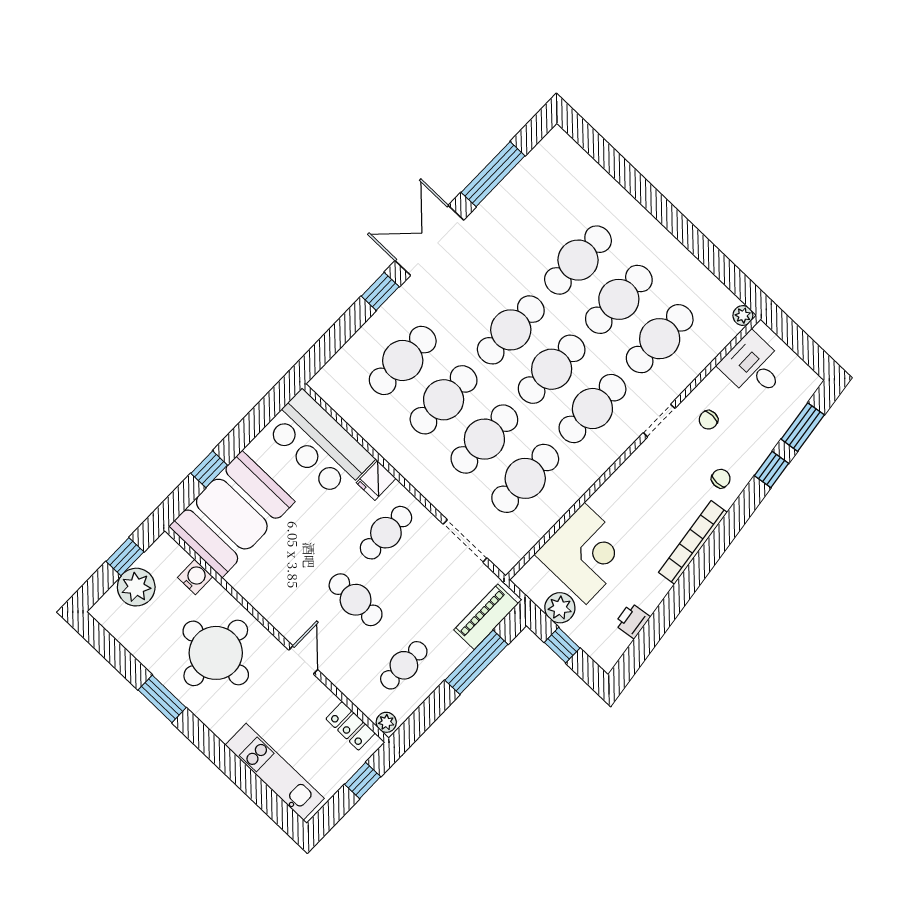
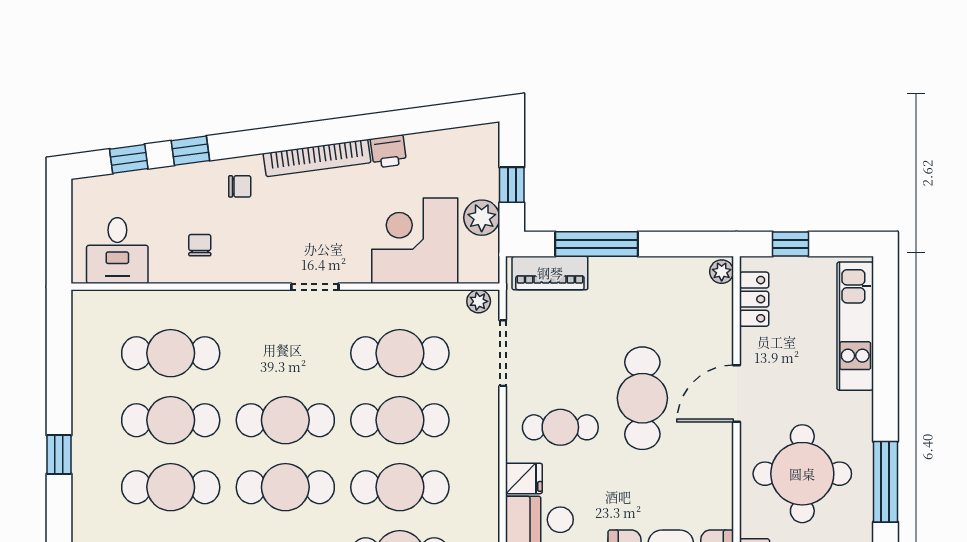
window: (663, 211) -> (59, 454), added
plant: (743, 316) -> (479, 301), moved
cafe table: (592, 409) -> (285, 353), removed
chair: (708, 420) -> (200, 245), turned -90
doorway: (659, 421) -> (315, 287), moved
window: (803, 427) -> (129, 159), width x0.67
chair: (721, 479) -> (240, 186), turned 180
cafe table: (356, 600) -> (642, 398), width x1.37, depth x1.35
printer: (632, 621) -> (388, 151), moved
door: (303, 660) -> (737, 394), width x1.37
cafe table: (404, 665) -> (659, 303), removed
window: (162, 699) -> (885, 482), width x1.44

